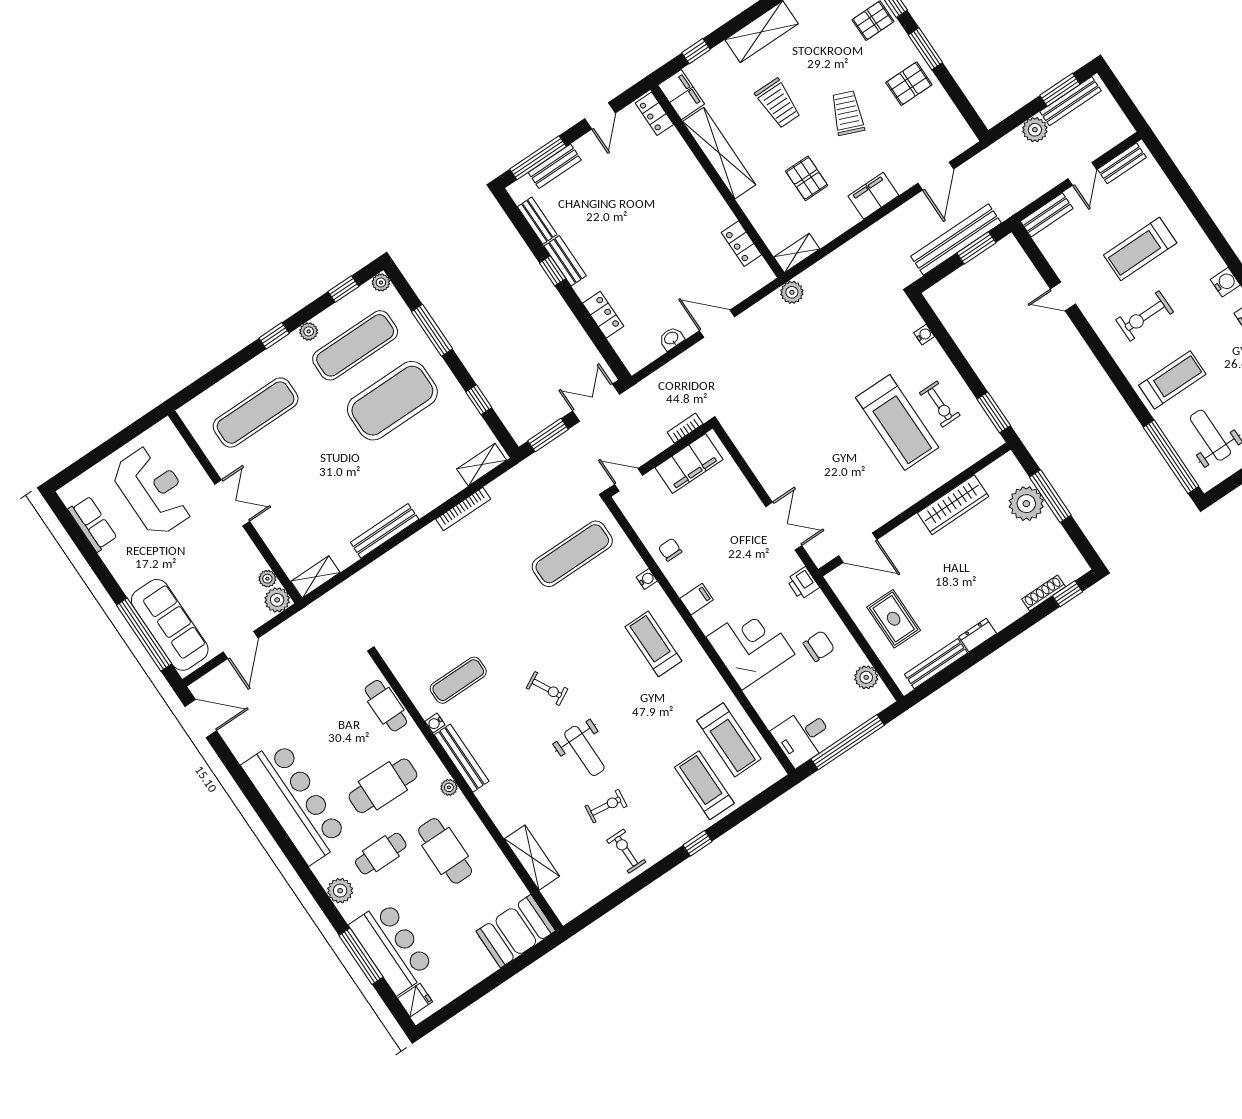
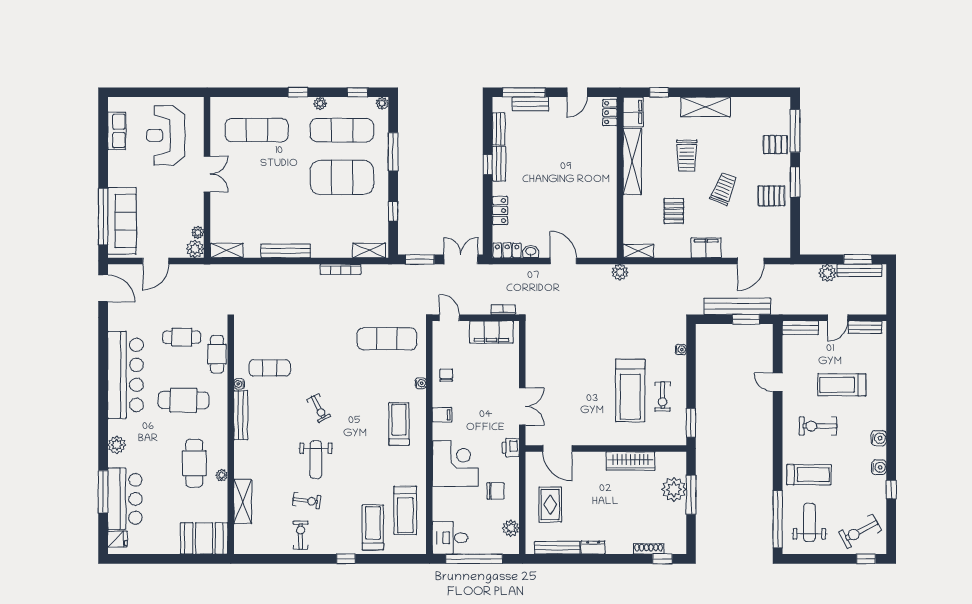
locker: (741, 244) -> (507, 250), moved, turned 90
reception desk: (153, 491) -> (166, 135), turned 180
plant: (449, 787) -> (222, 475), moved
cafe table: (381, 854) -> (182, 337), moved

